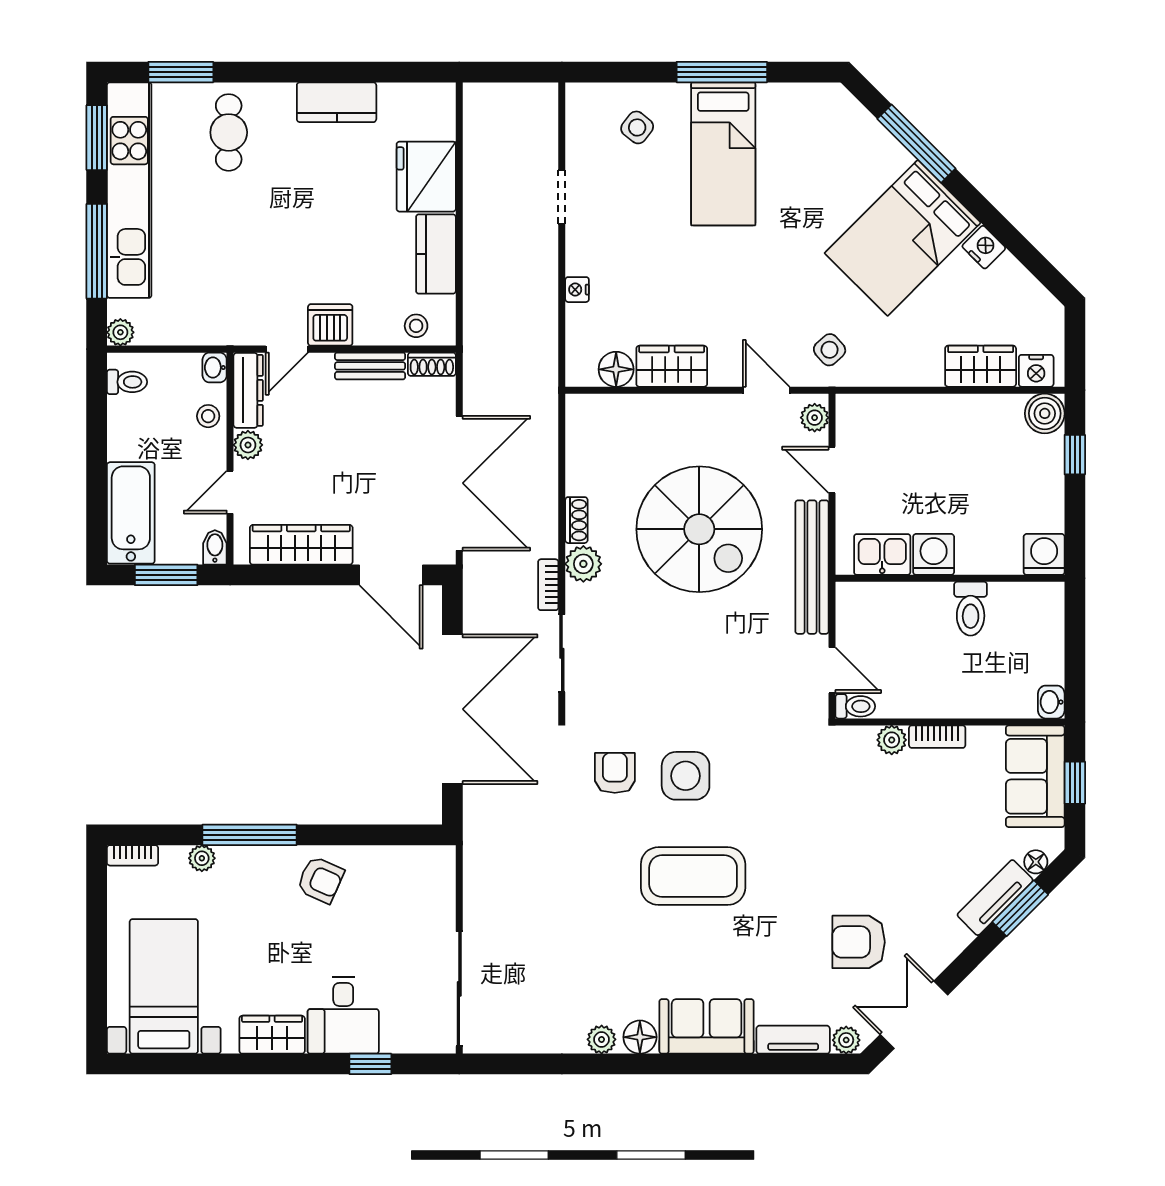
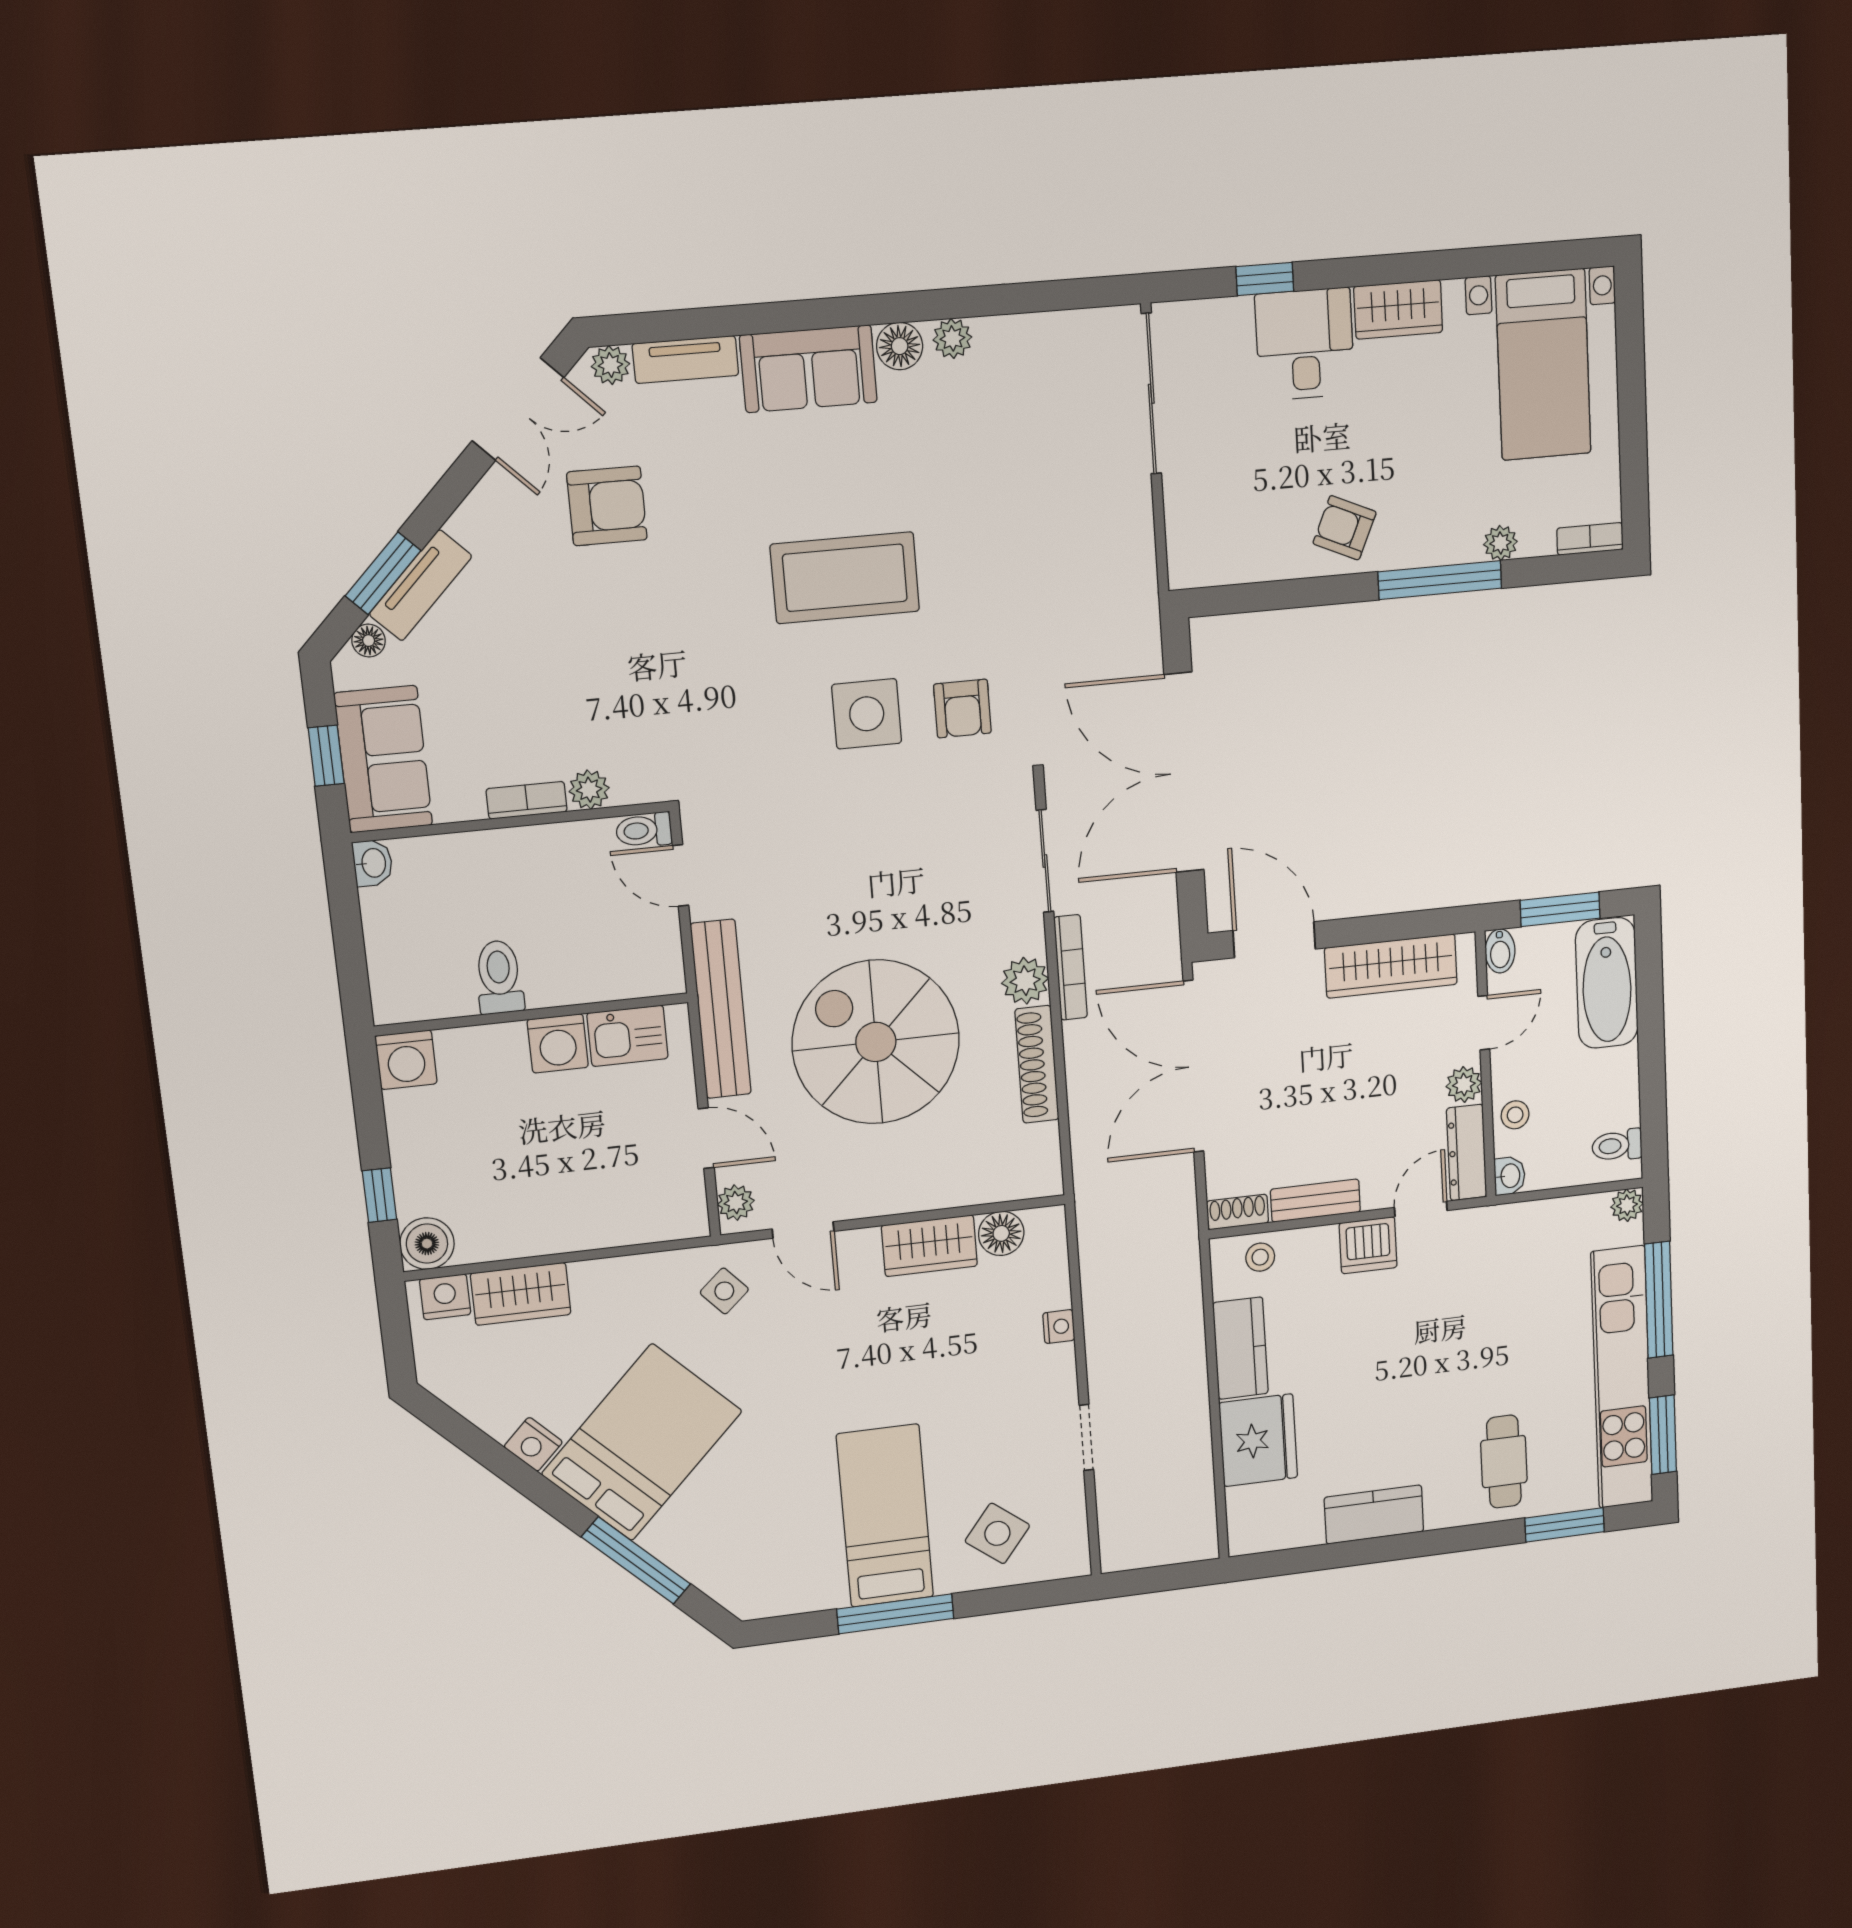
side table: (637, 127) -> (997, 1533), width x1.37, depth x1.37
shoe rack: (576, 520) -> (1037, 1064), width x1.94, depth x1.24
bookcase: (548, 585) -> (1071, 967), width x1.56

